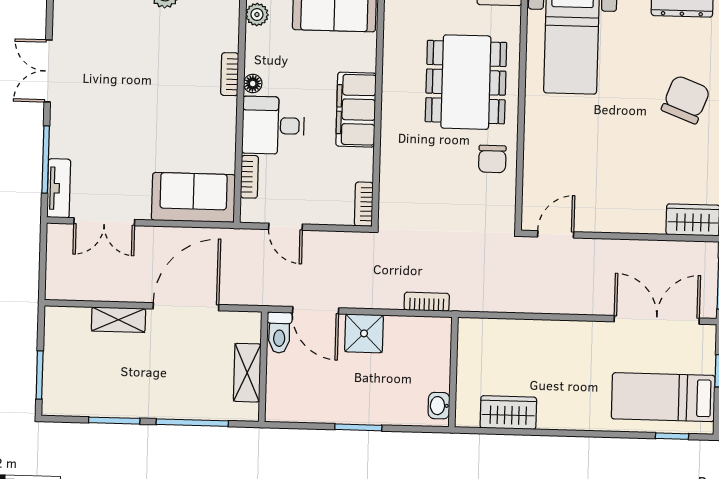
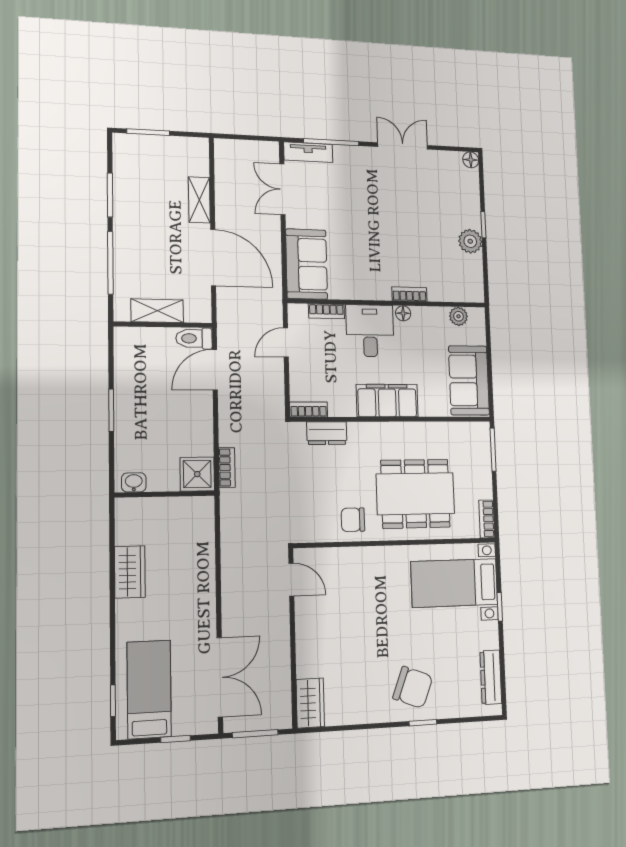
dresser: (392, 184) -> (327, 433), added
shower: (364, 333) -> (197, 474), moved
wardrobe: (508, 413) -> (130, 572), moved

